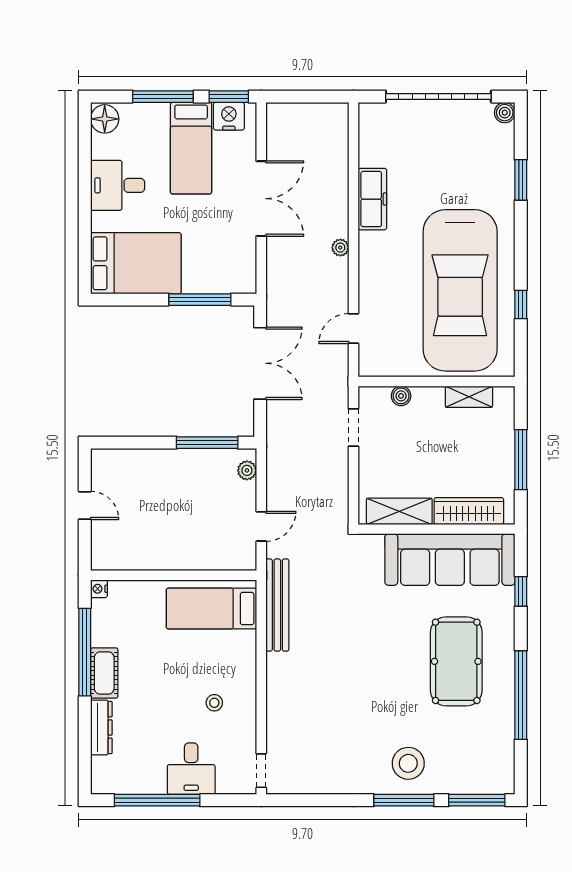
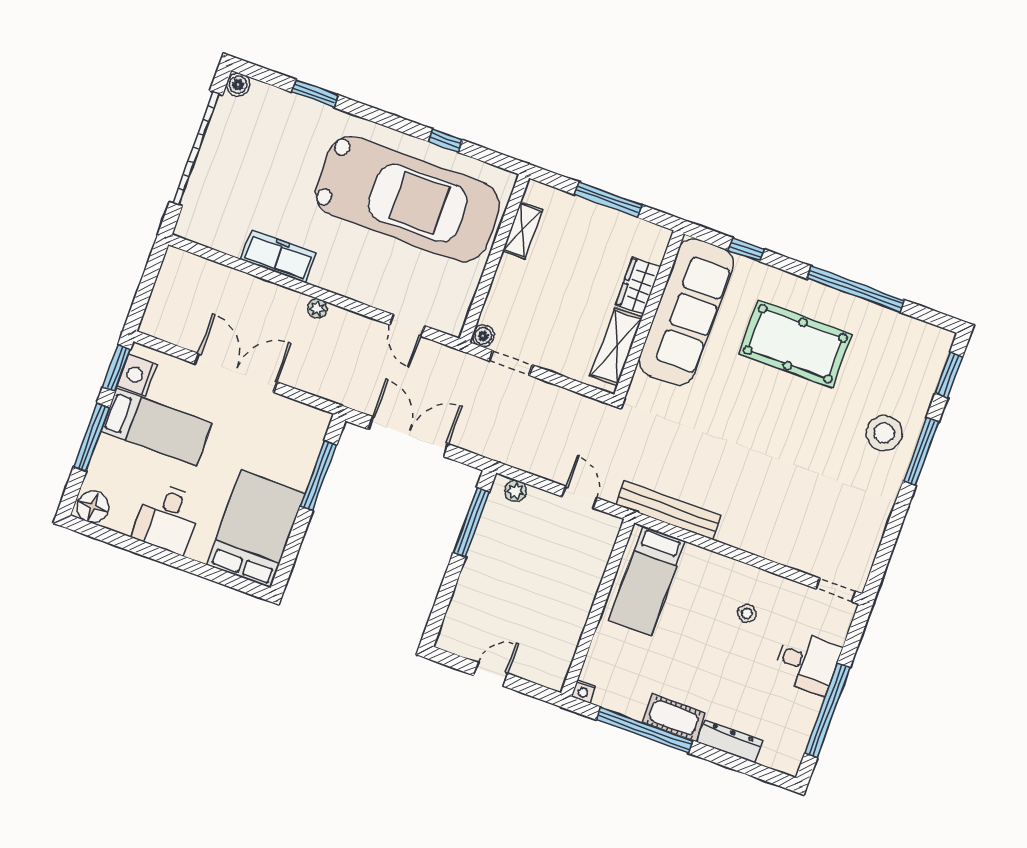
boiler: (401, 396) -> (483, 336), moved
wardrobe: (469, 511) -> (638, 286), width x0.67
window: (477, 800) -> (949, 375), width x0.69

